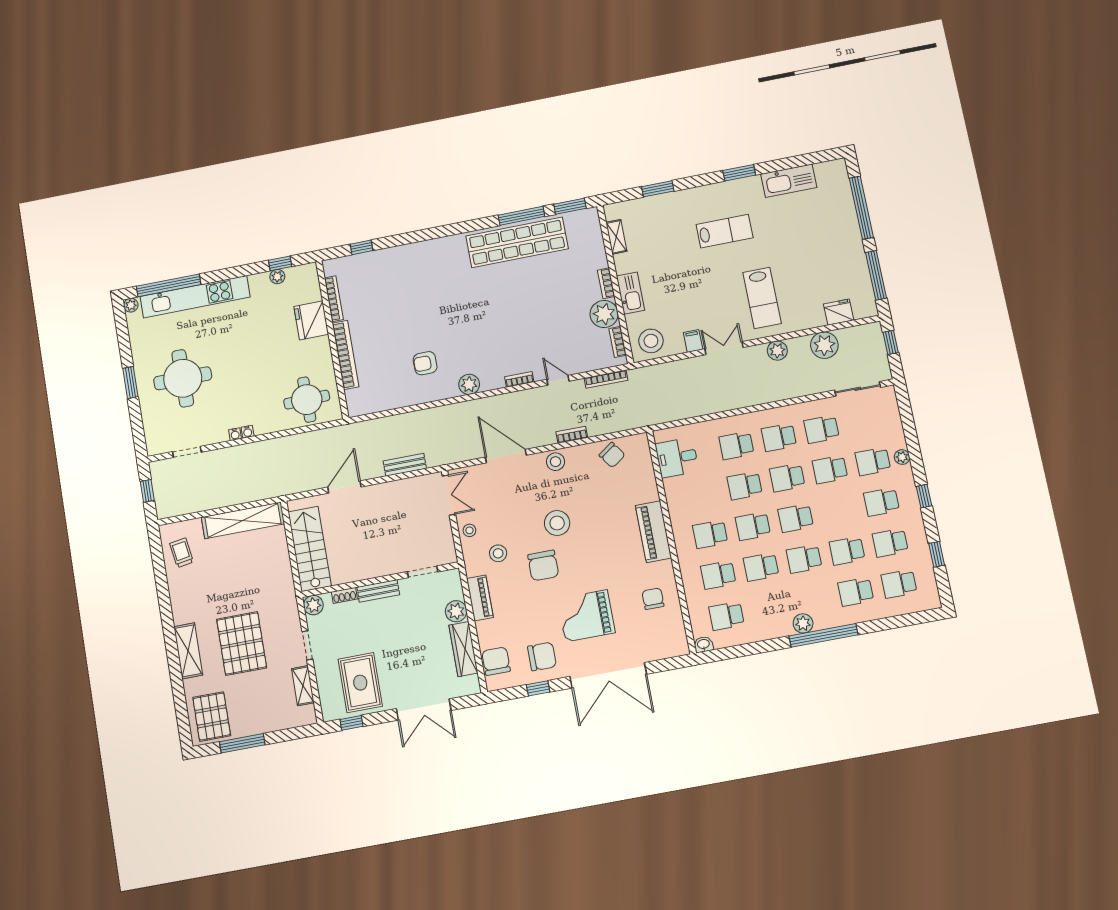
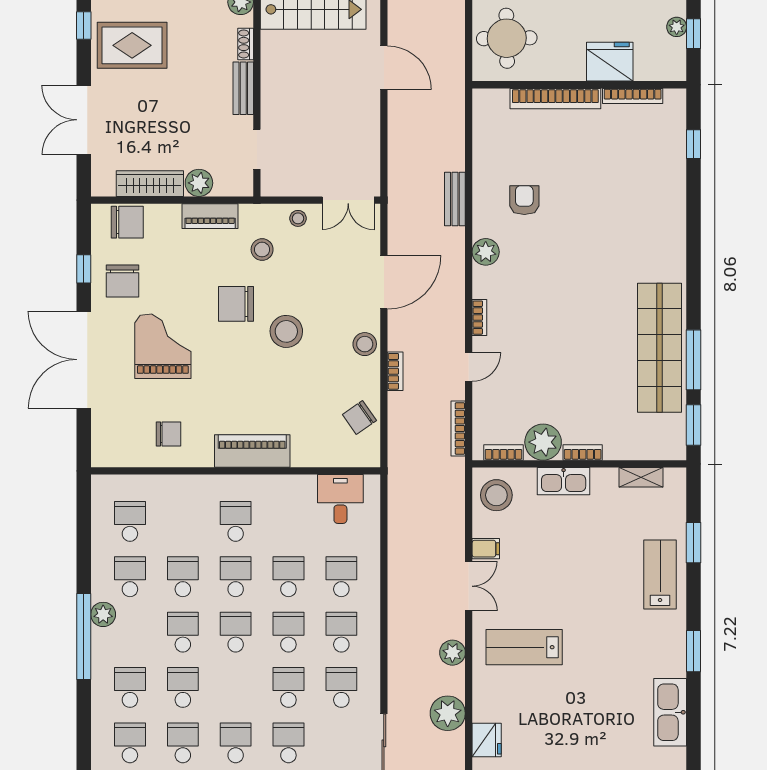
lab bench: (725, 231) -> (660, 574), moved, turned 180
bench: (405, 465) -> (455, 199), moved
school desk: (718, 575) -> (130, 577), moved
washbasin: (703, 644) -> (100, 486), removed

